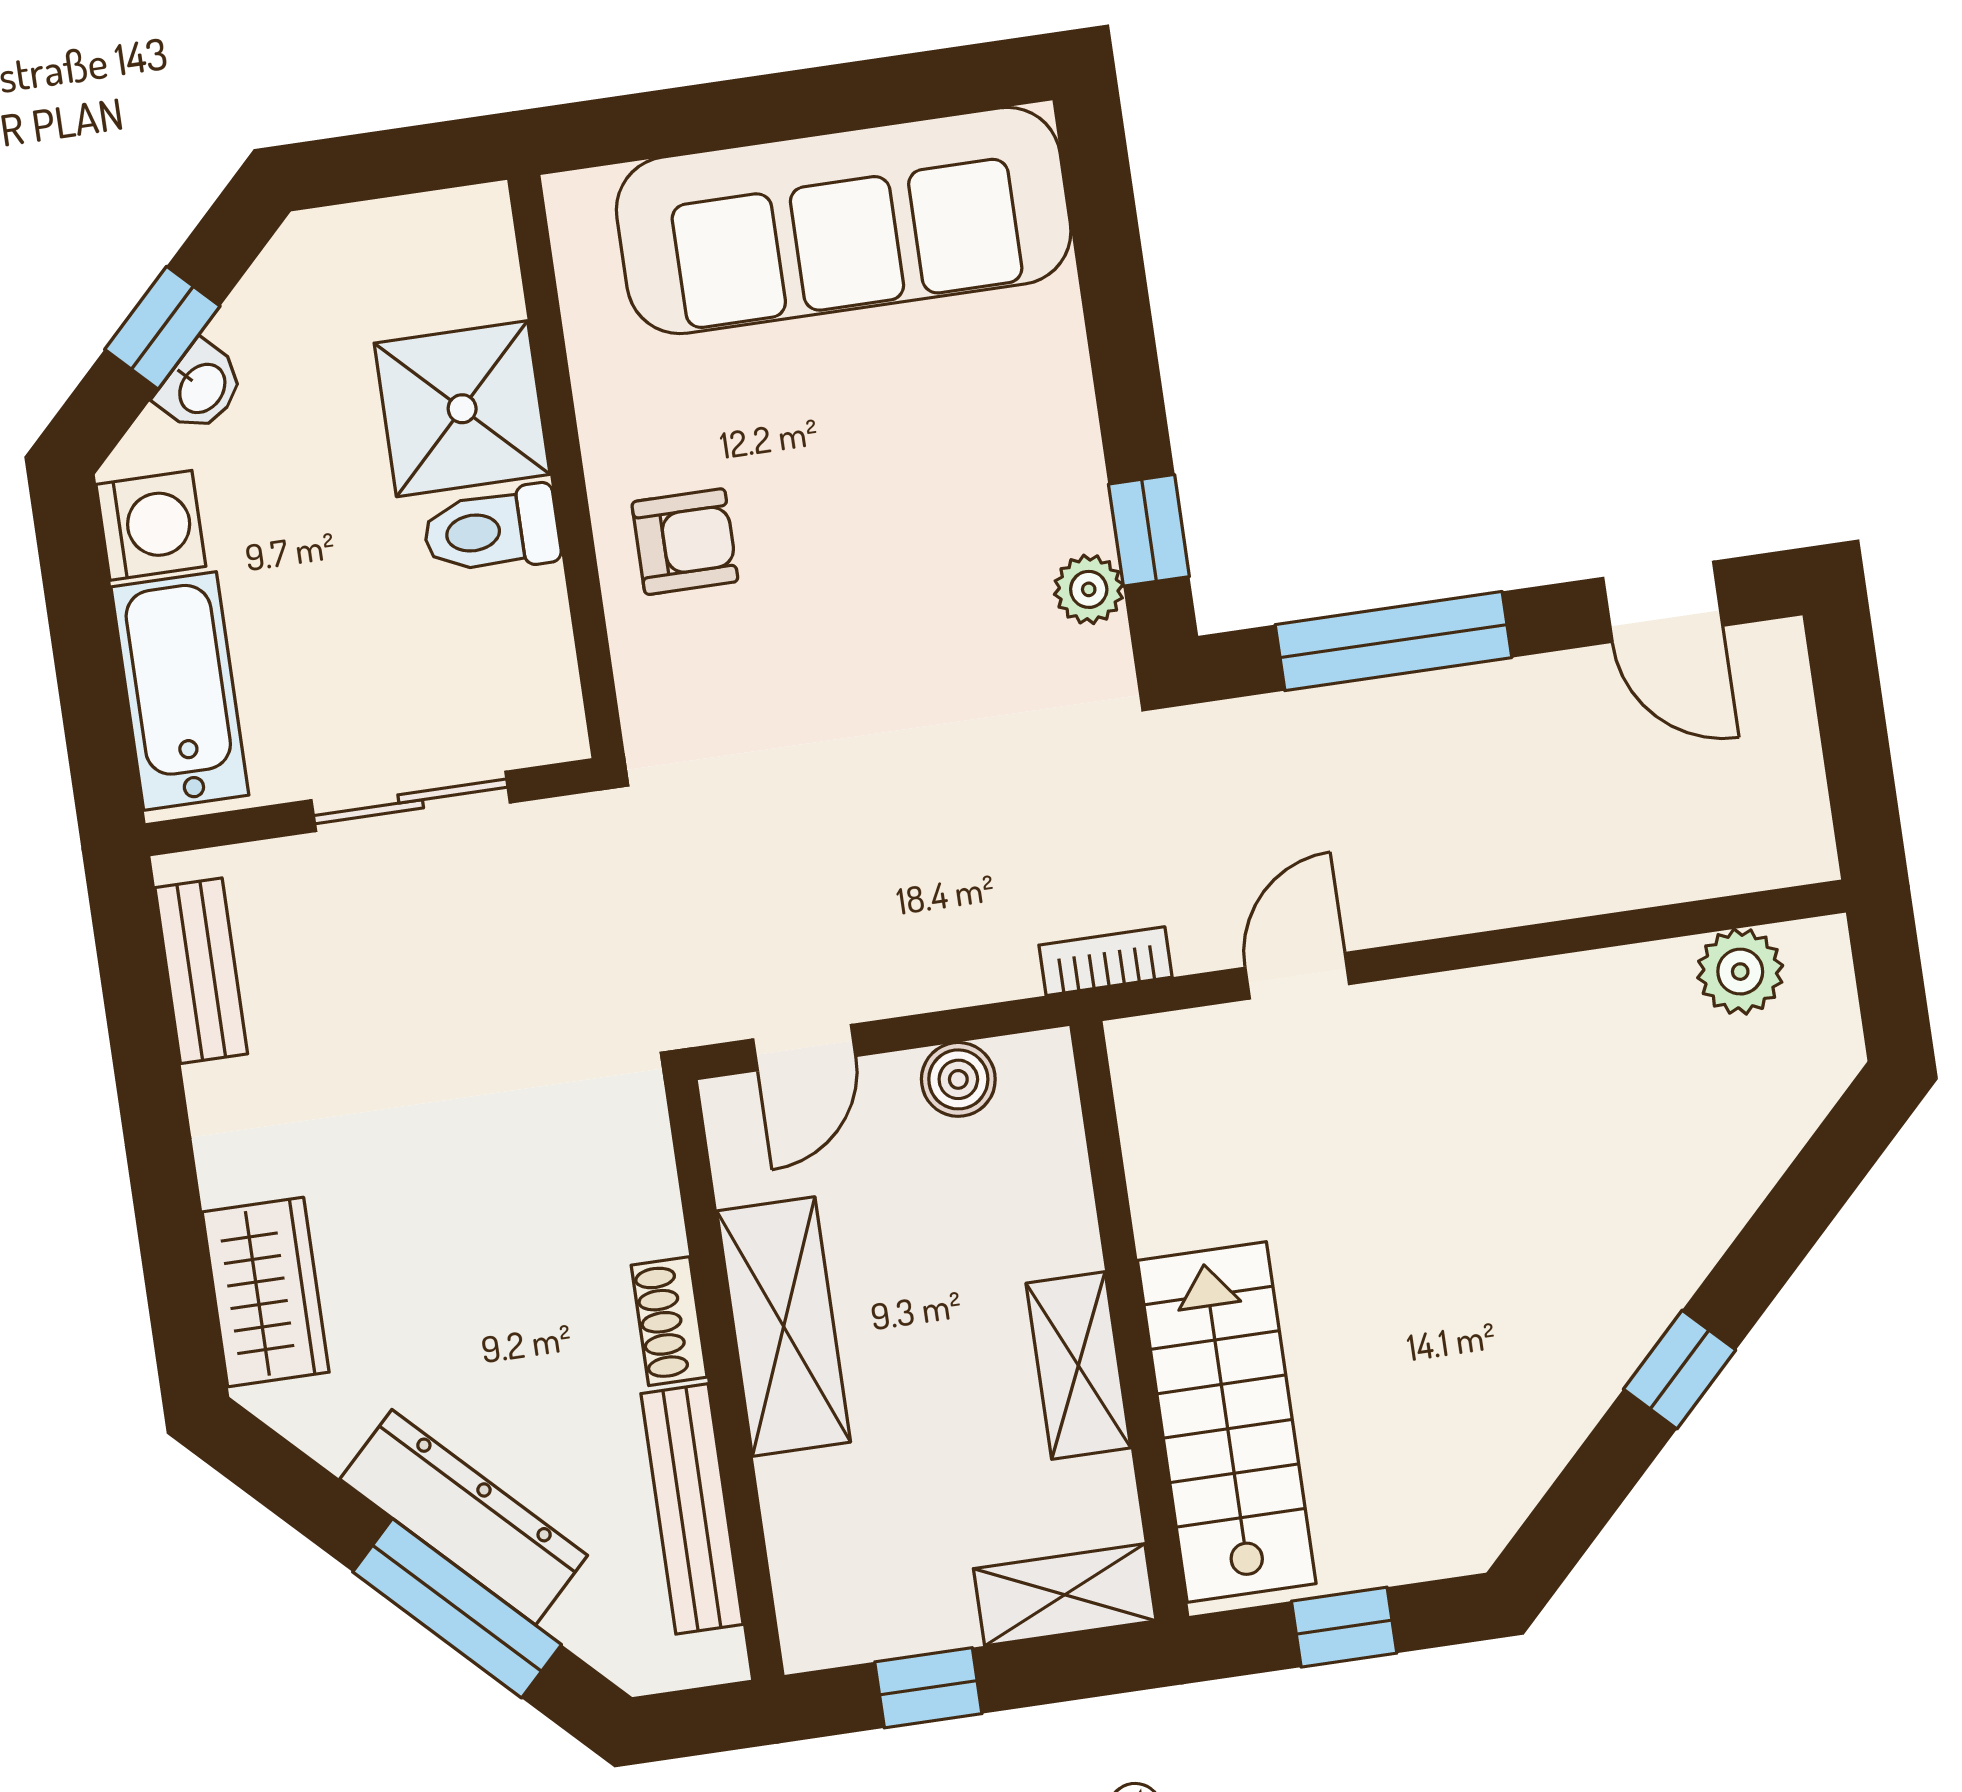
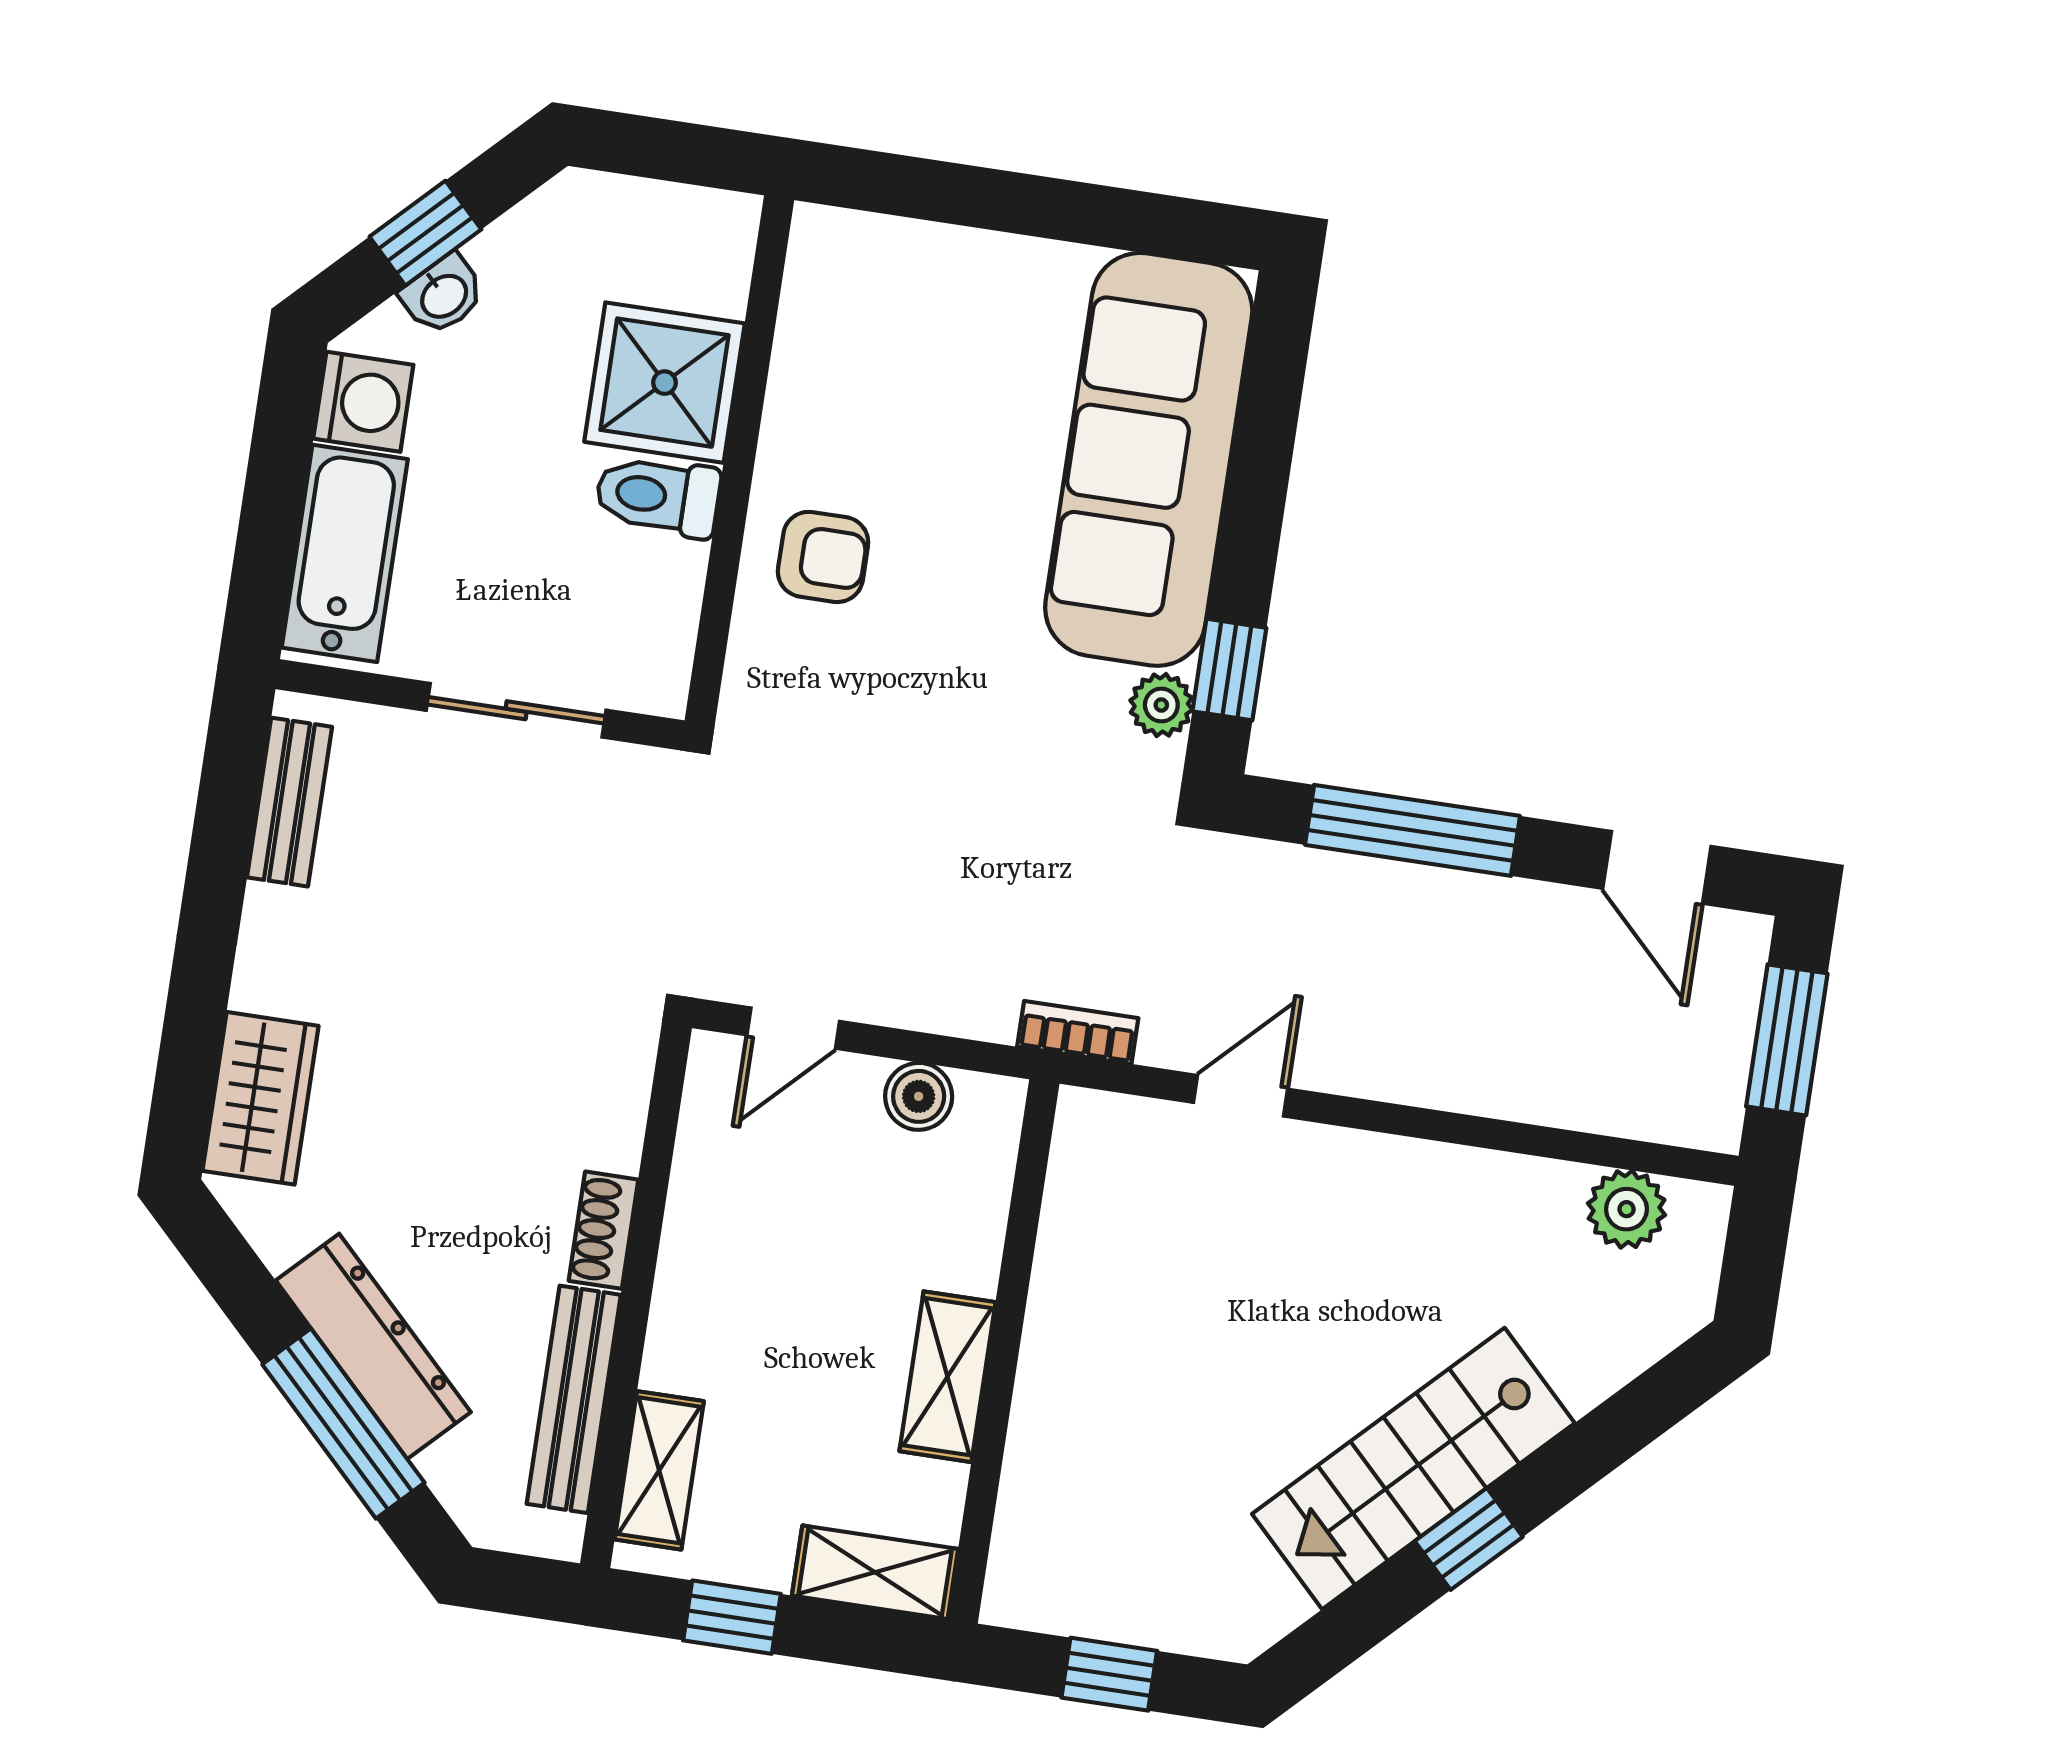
sofa: (844, 221) -> (1149, 459), moved, turned 90
window: (1855, 742) -> (1787, 1040), added
shelving: (784, 1326) -> (659, 1470), moved, width x0.67, depth x0.75
stairs: (1227, 1422) -> (1413, 1468), moved, turned -135

